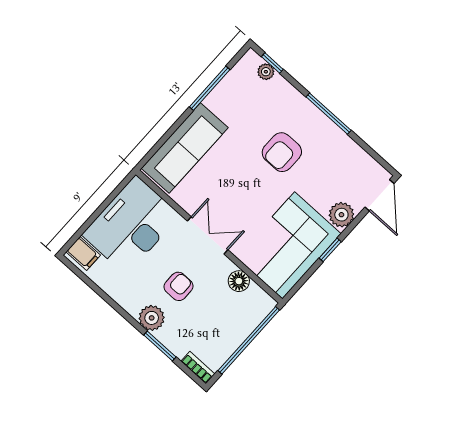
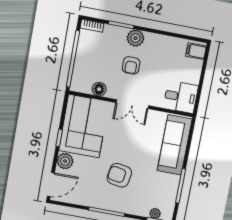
armchair: (282, 152) -> (119, 175), turned -81
door: (379, 195) -> (51, 185), swing flipped
desk: (131, 225) -> (181, 97), width x0.53, depth x0.77

